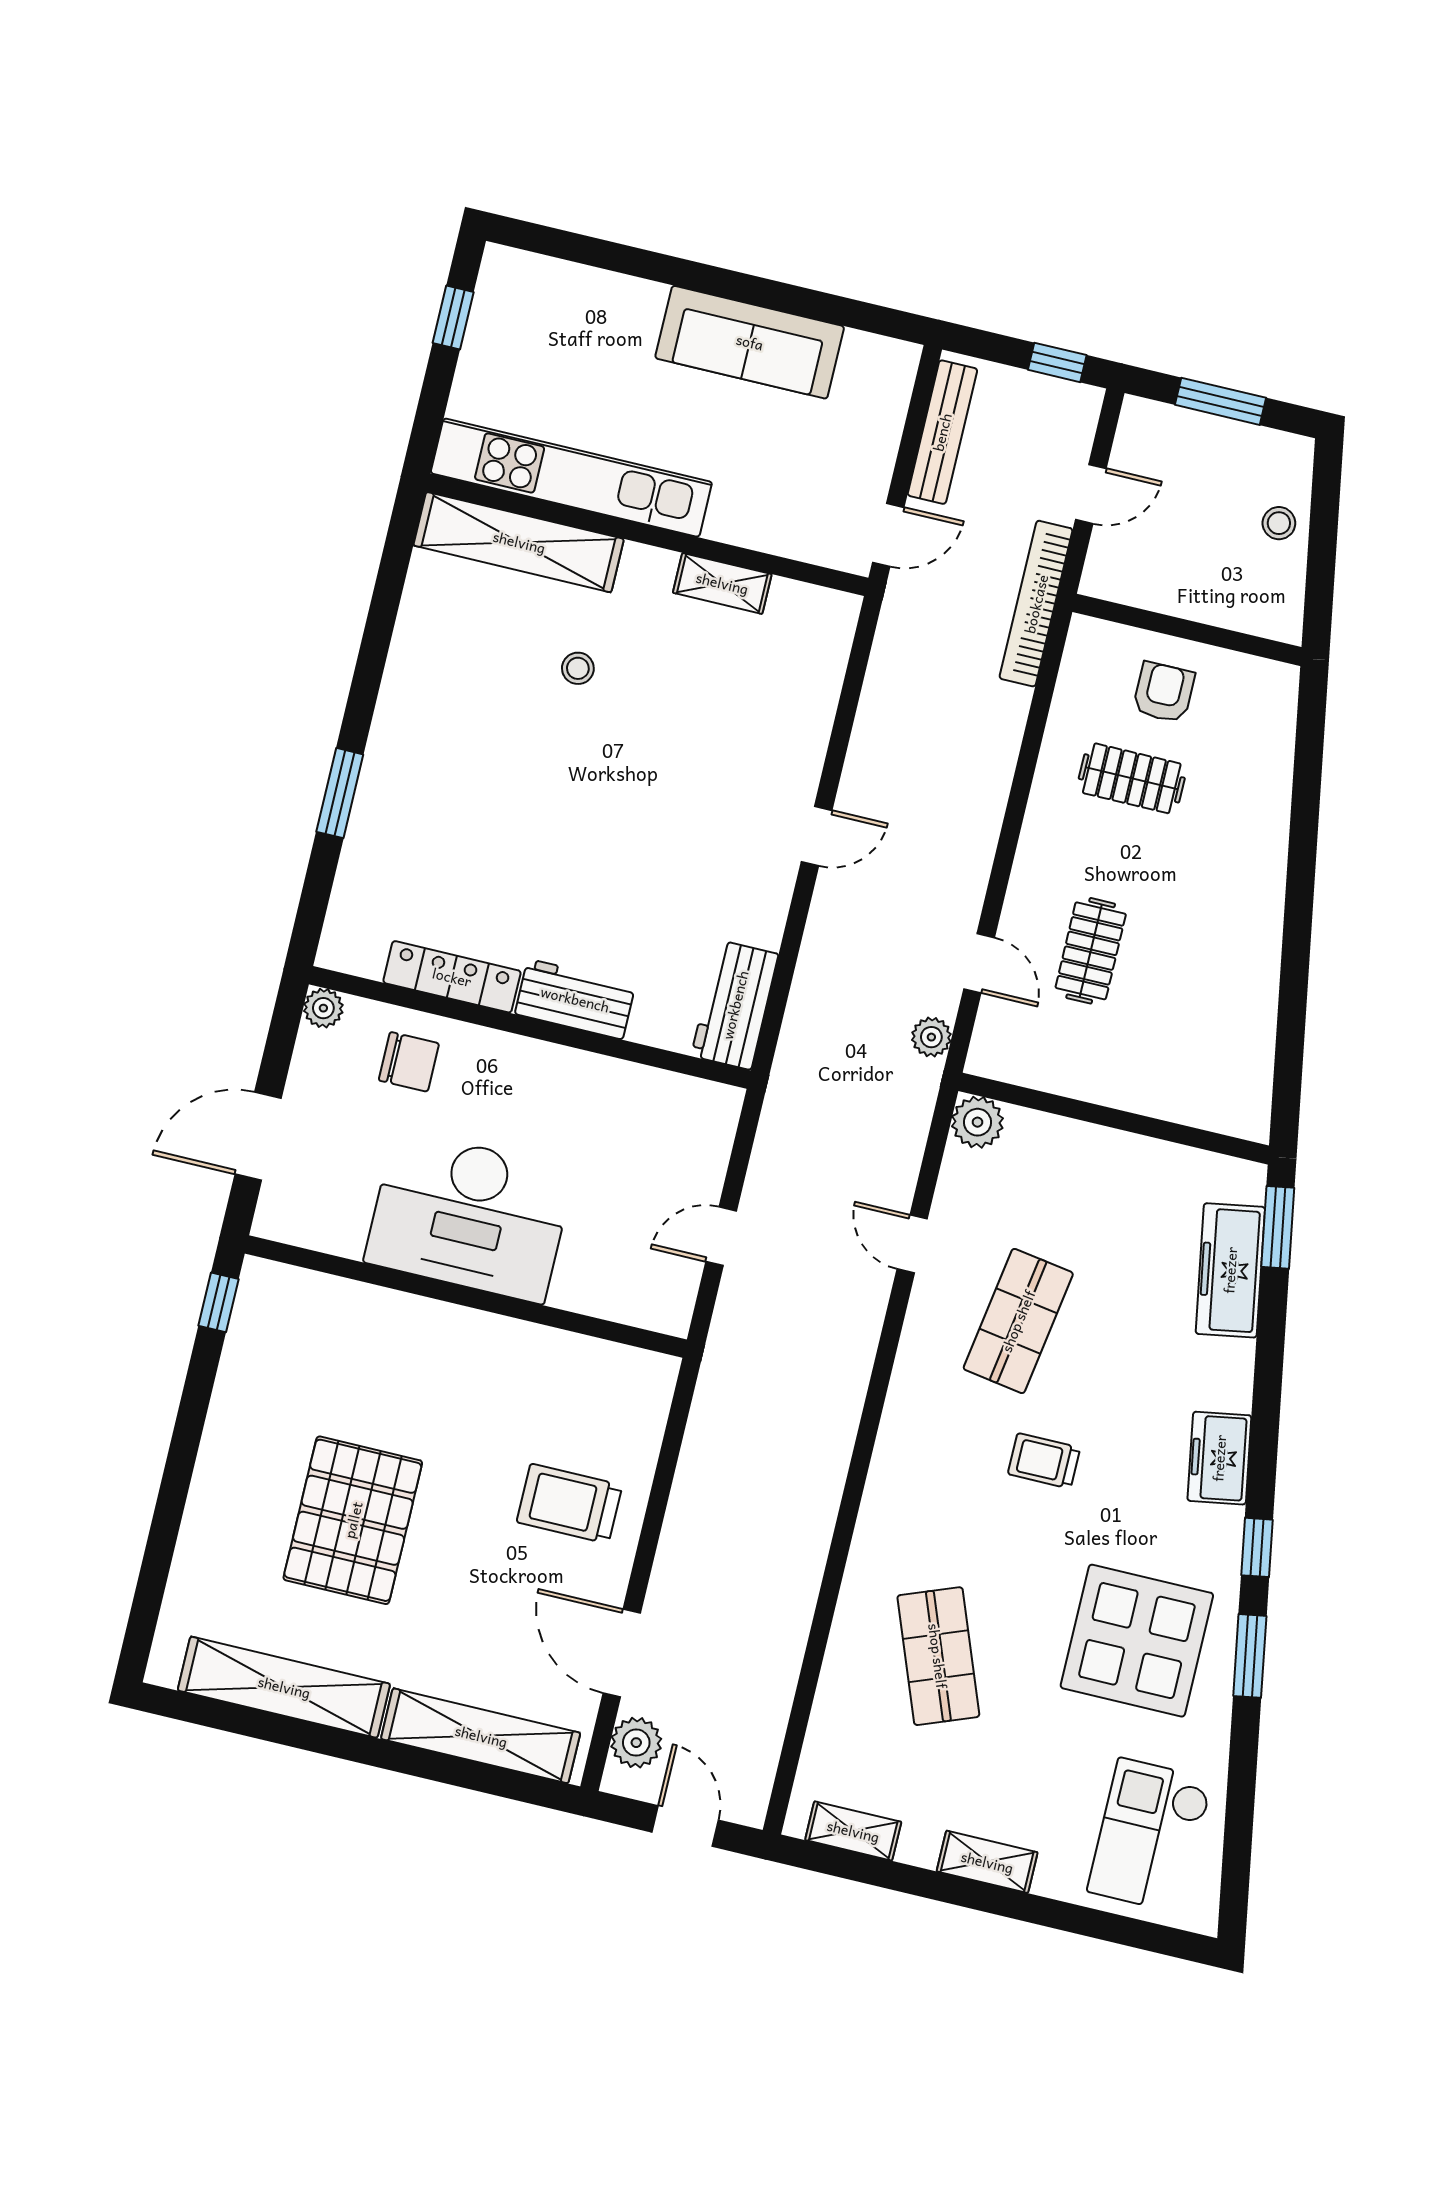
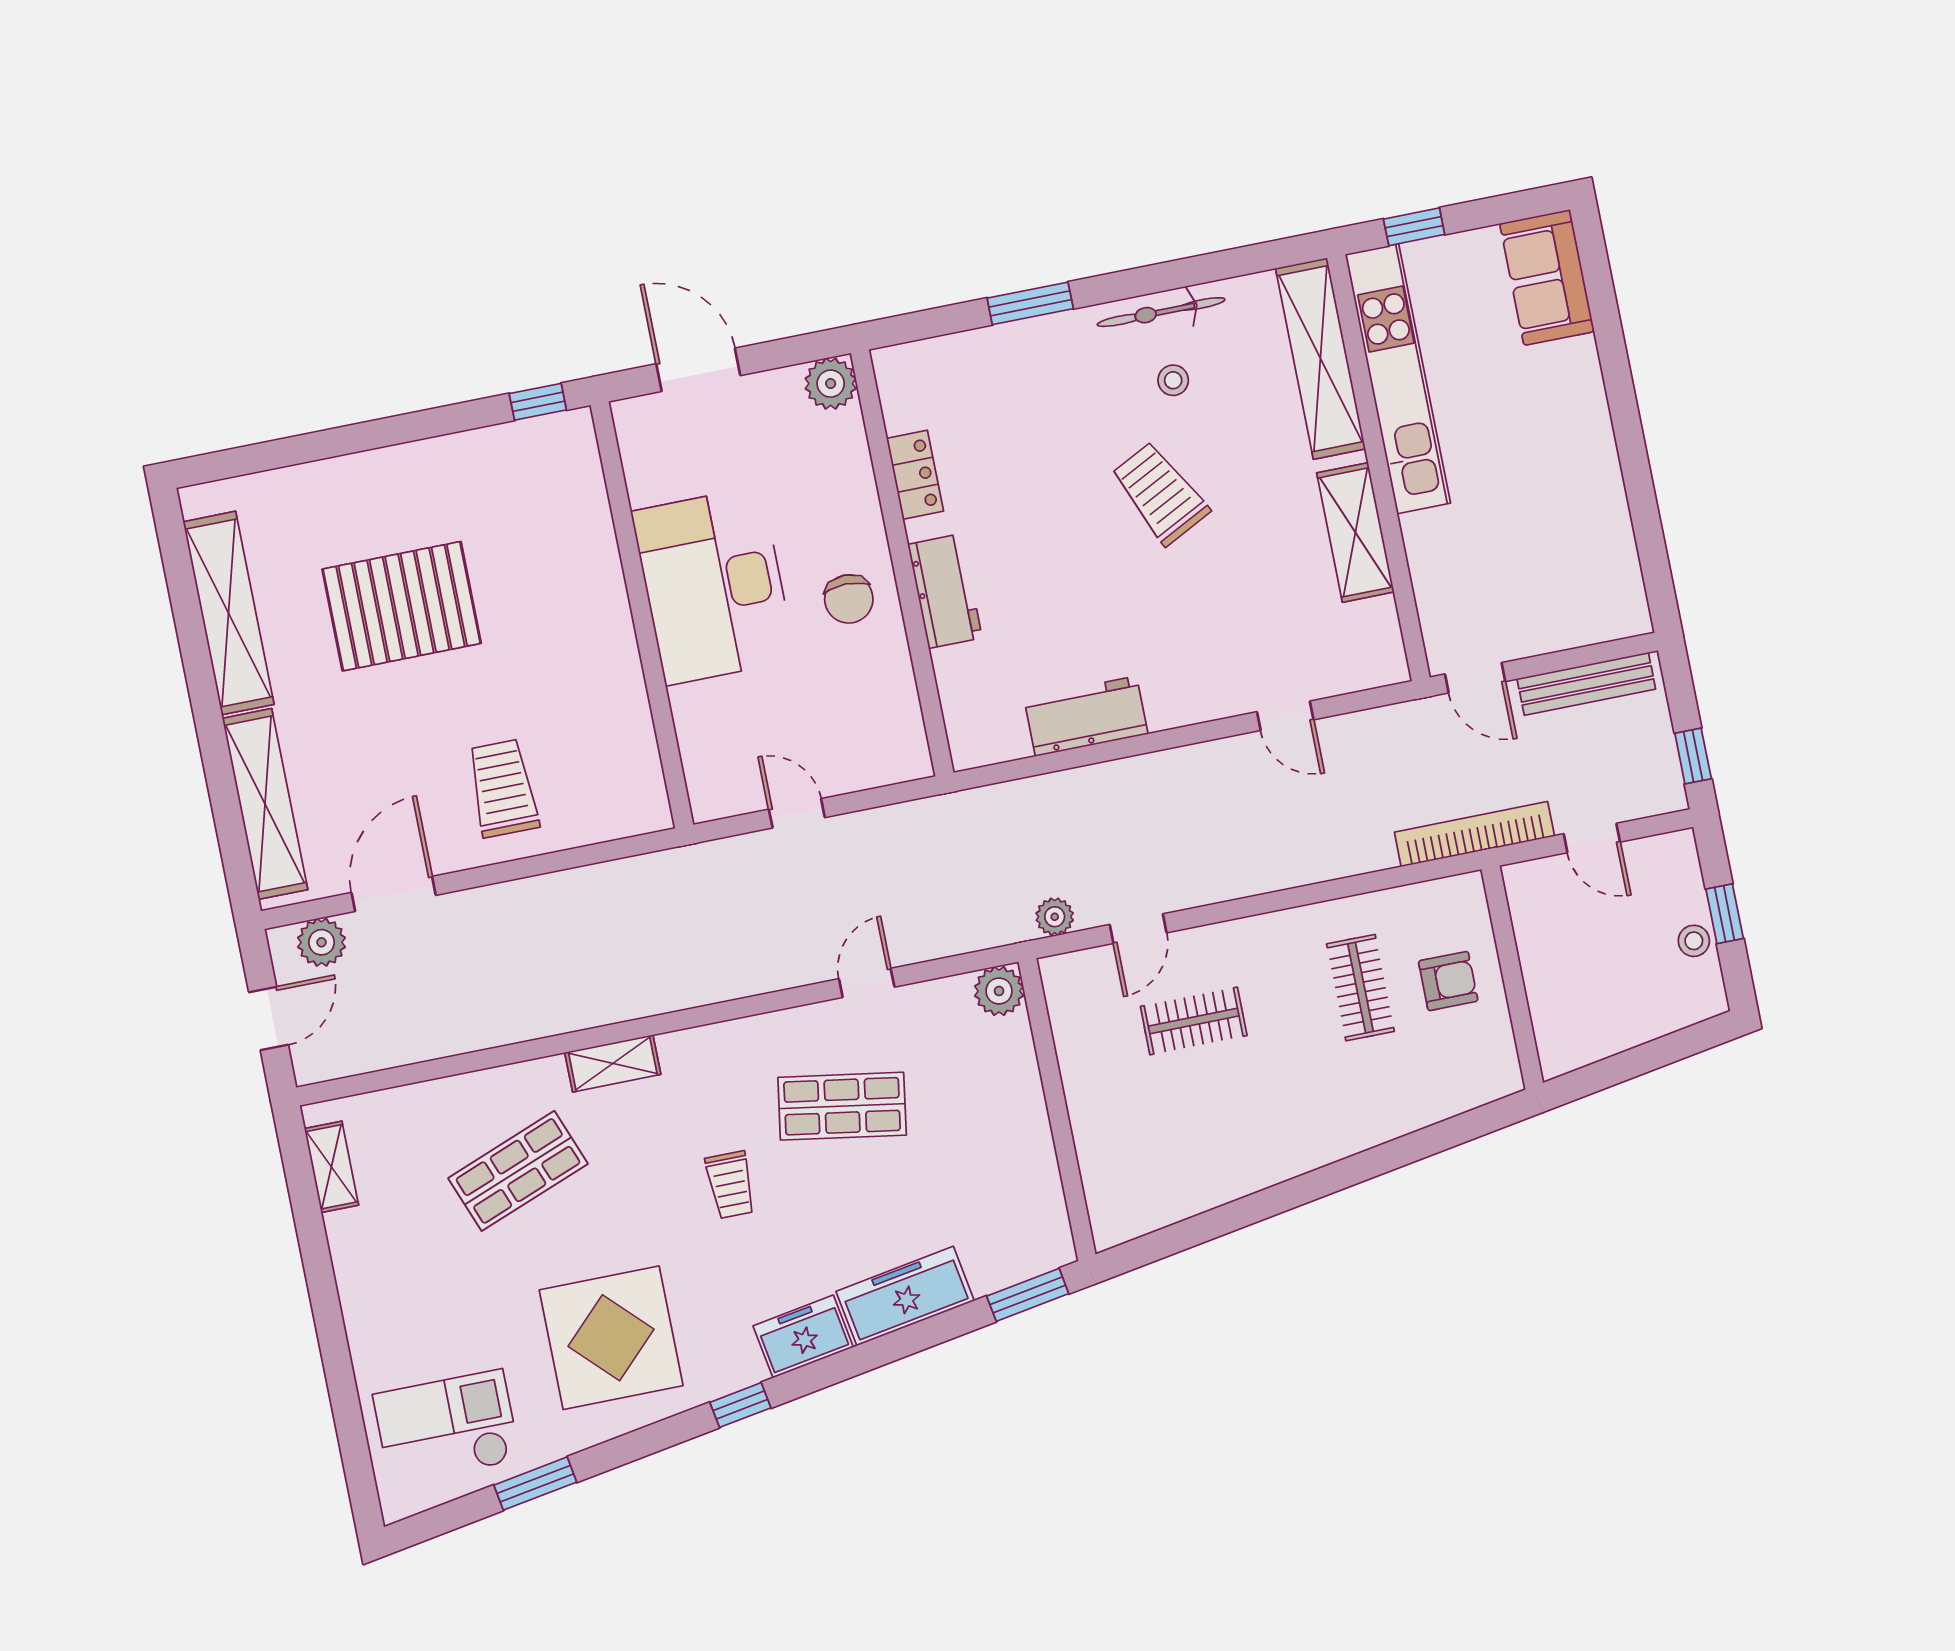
window: (453, 317) -> (1414, 227), moved
sofa: (750, 342) -> (1547, 277), moved, width x0.73
window: (1220, 401) -> (1725, 914), width x0.67
stool: (1279, 523) -> (1694, 941), moved
shelving: (722, 583) -> (1355, 532), width x1.50, depth x1.33
stool: (578, 668) -> (1173, 380), moved
bicycle: (405, 673) -> (1161, 312), added
trolley: (576, 753) -> (1160, 493), added
door: (817, 836) -> (1285, 716), moved
locker: (452, 977) -> (915, 475), width x0.66
workbench: (735, 1005) -> (1086, 716), moved
plant: (323, 1008) -> (831, 384), width x1.38, depth x1.38
chair: (409, 1062) -> (849, 599), moved
freezer: (1230, 1270) -> (905, 1296), moved
trolley: (1044, 1461) -> (730, 1185), turned 180
window: (1250, 1656) -> (535, 1484), moved
shelving: (987, 1862) -> (613, 1063), moved, turned 90

